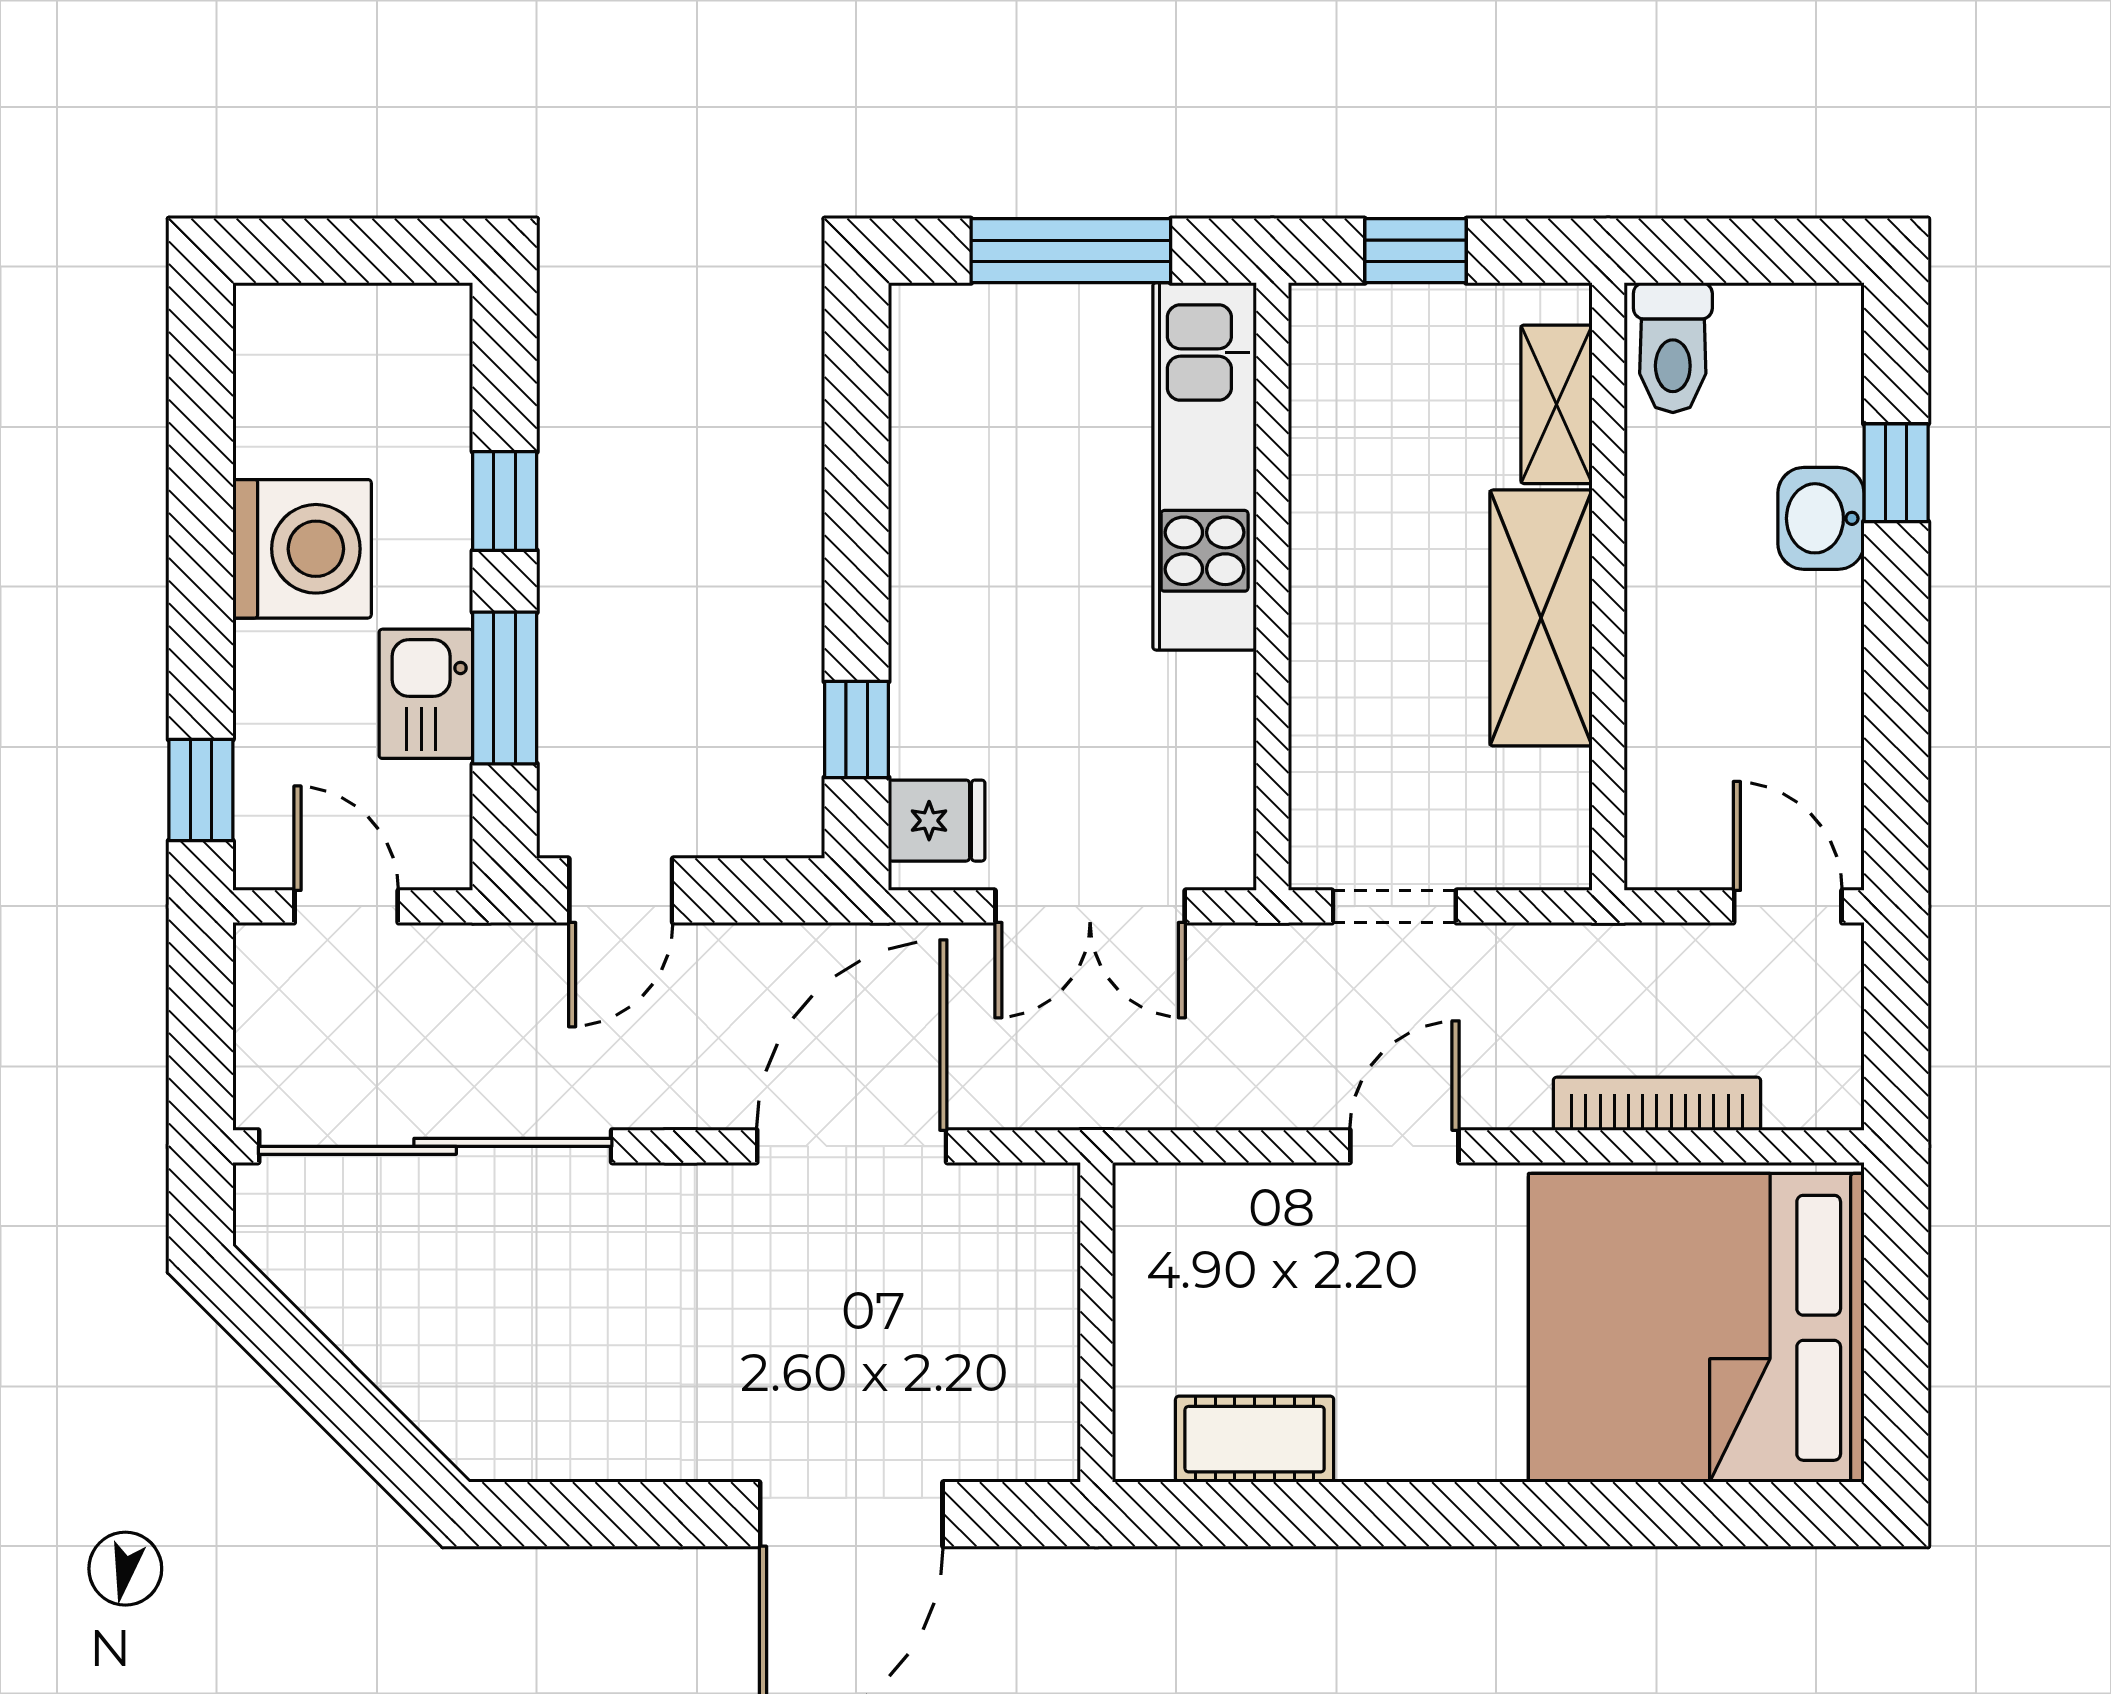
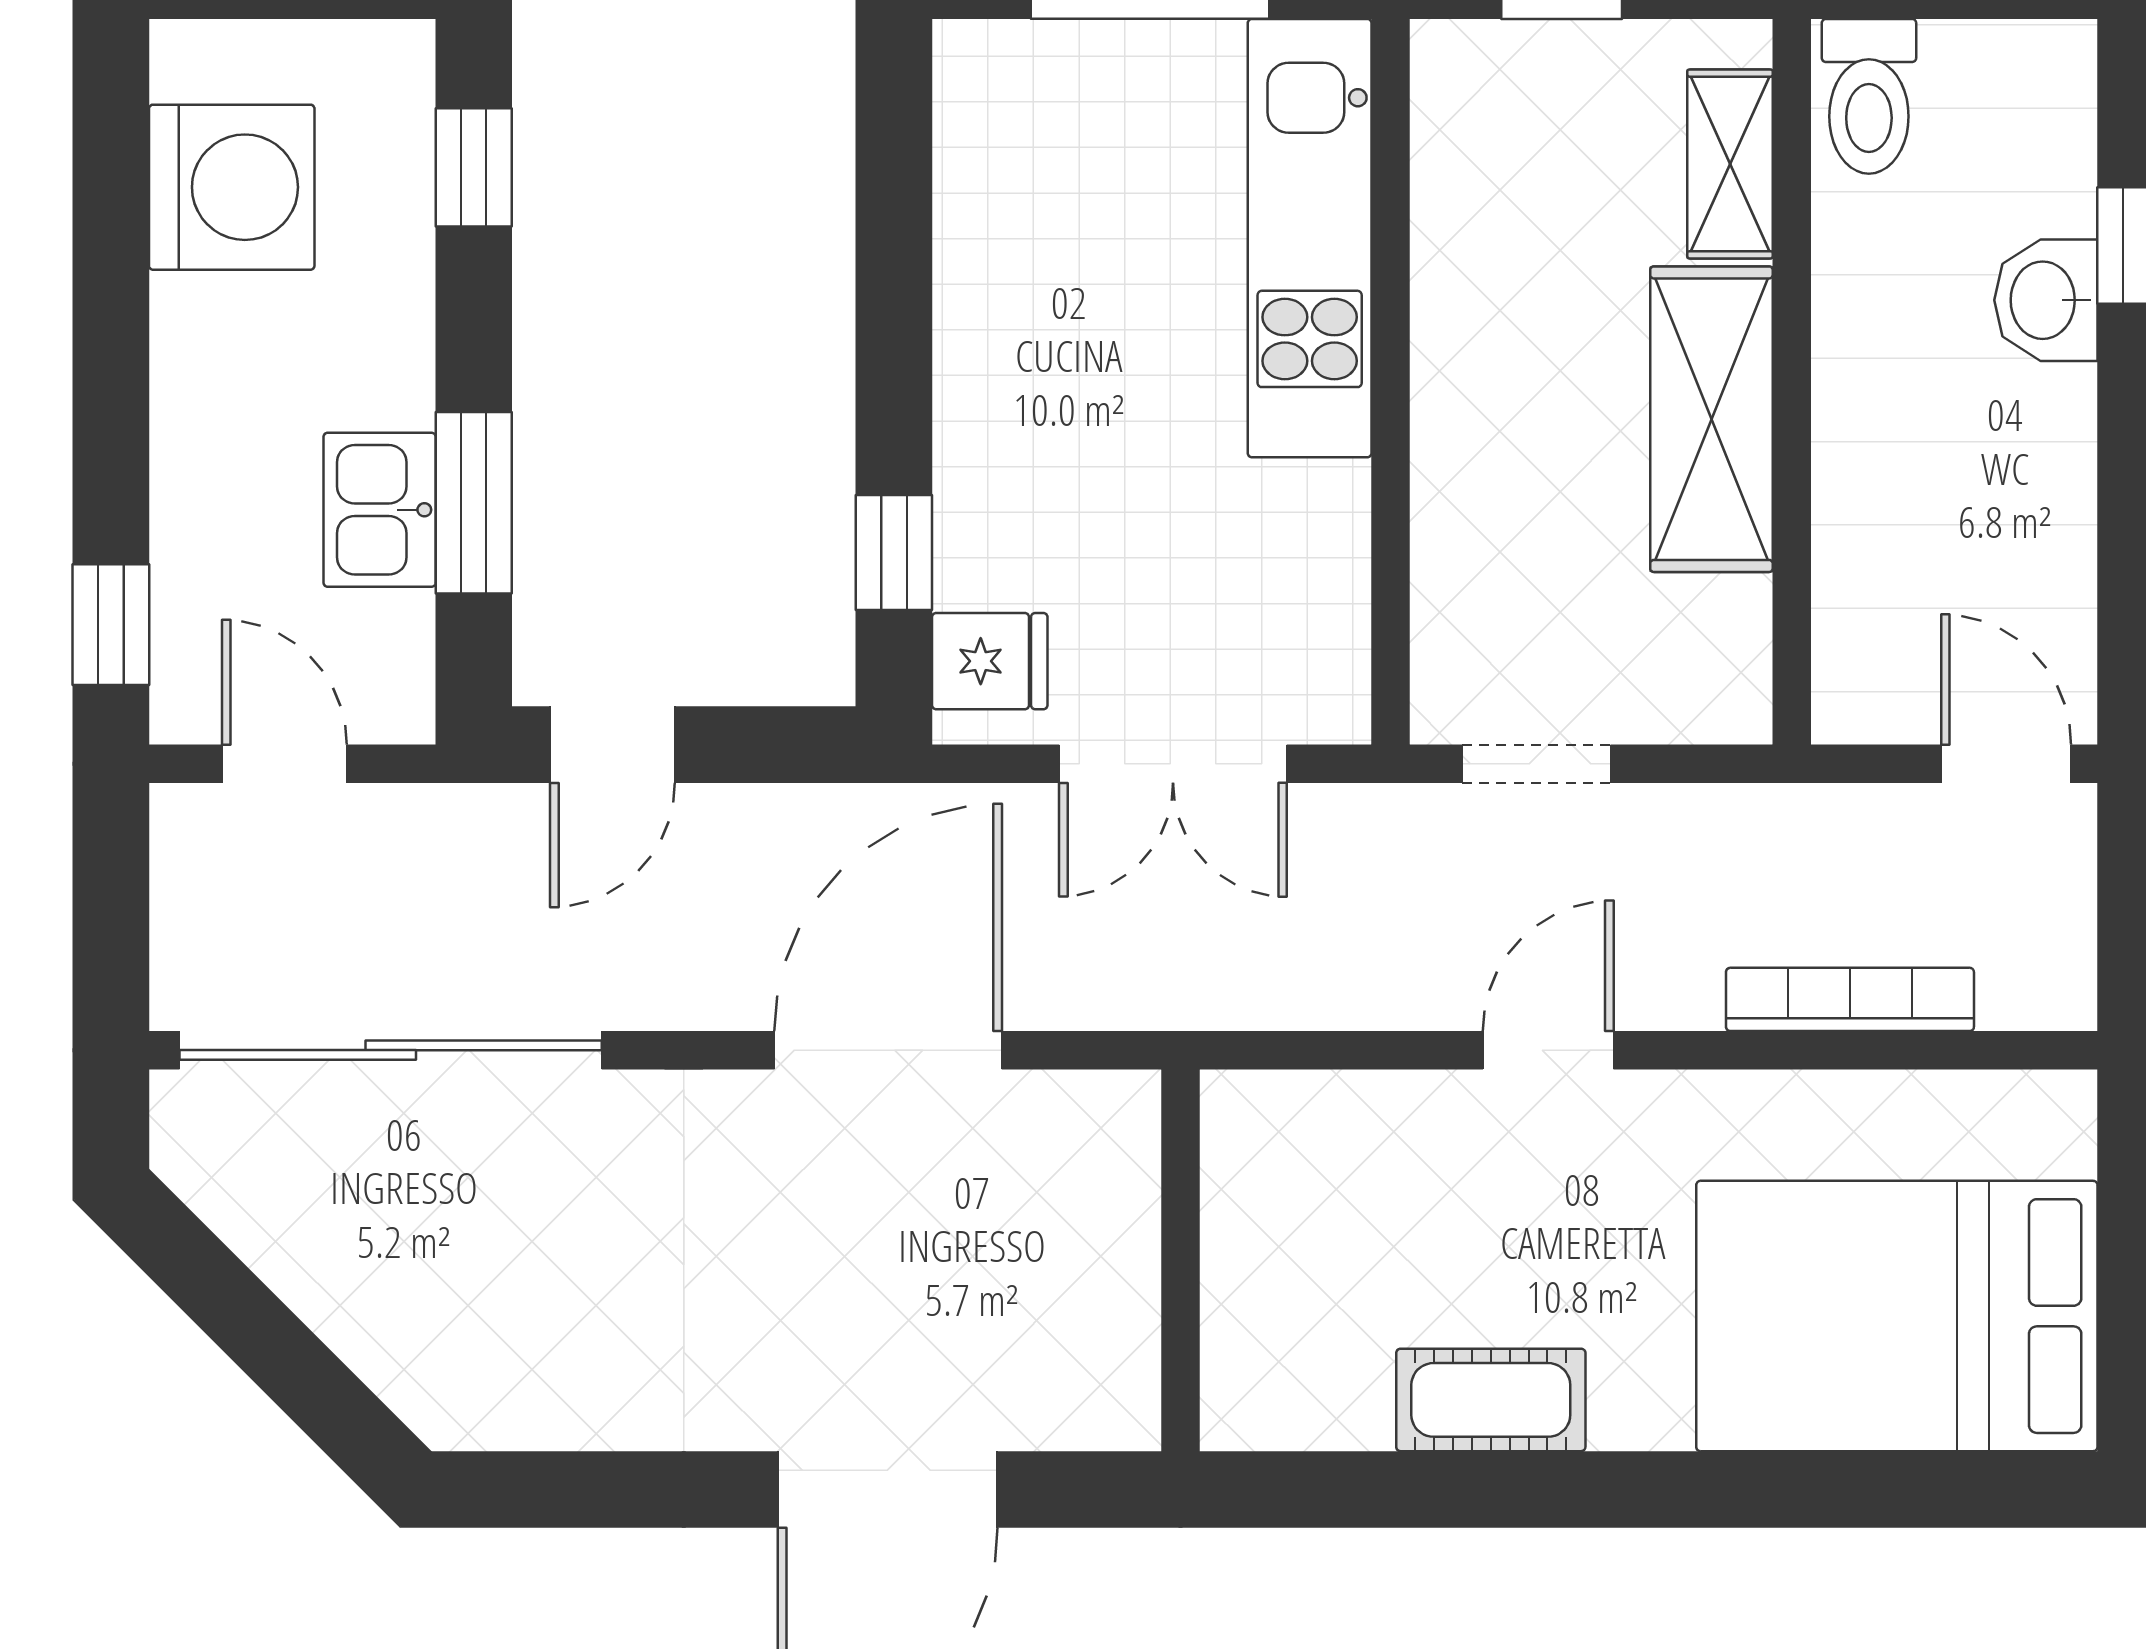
window: (505, 501) -> (474, 167), moved
washing machine: (302, 549) -> (232, 187), moved
bed: (1696, 1328) -> (1897, 1316), width x0.73
cot: (1255, 1439) -> (1491, 1400), moved

